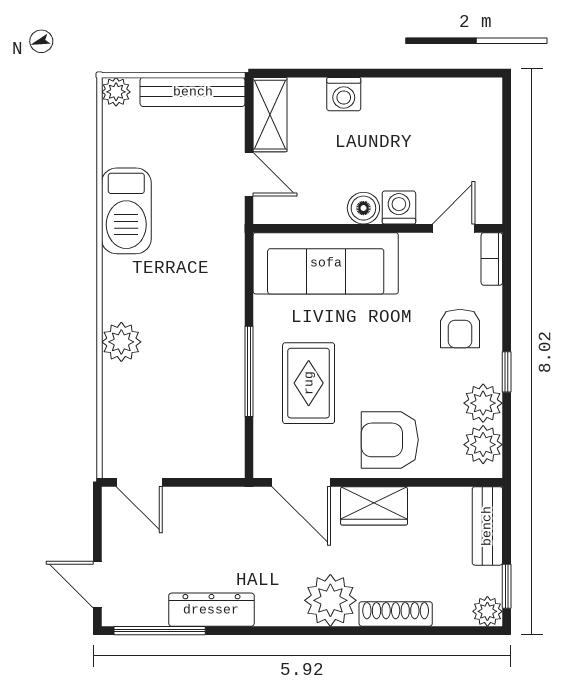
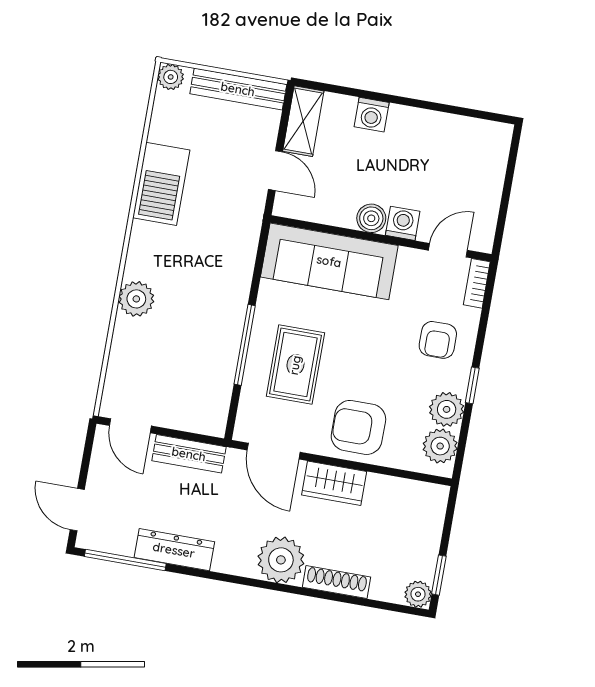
bench: (487, 526) -> (189, 454), moved, turned 90

